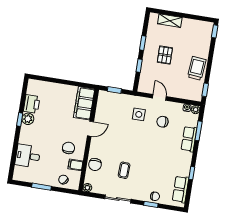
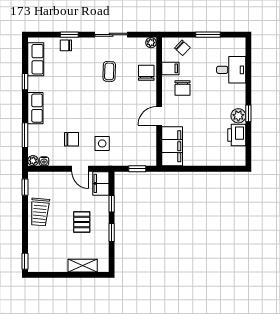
filing cabinet: (145, 83) -> (101, 183), added
row of seats: (189, 139) -> (35, 108), moved

